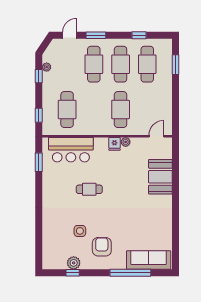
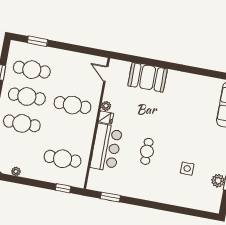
window: (39, 76) -> (24, 181), removed
bar counter: (71, 150) -> (106, 147), moved
armchair: (102, 247) -> (207, 149), removed

